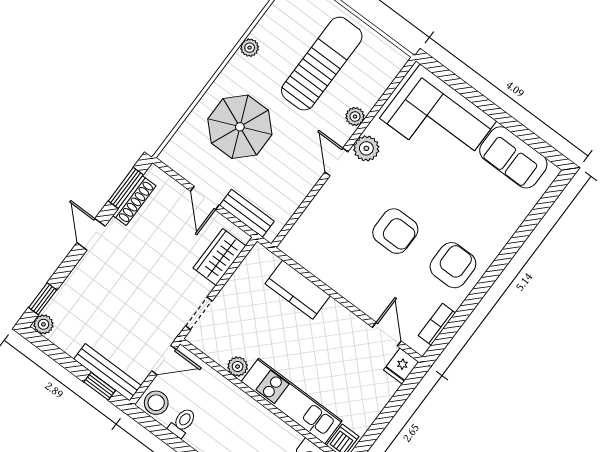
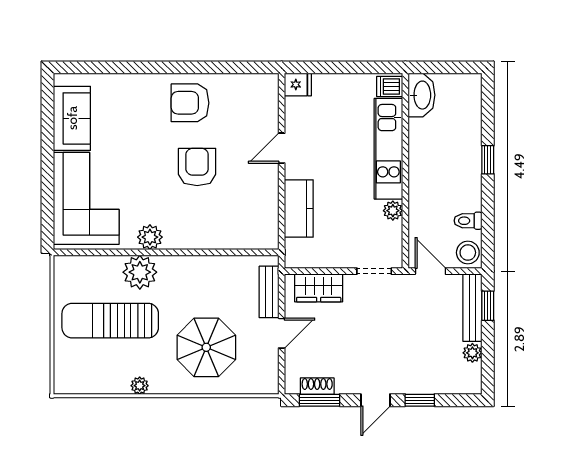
plant: (355, 117) -> (140, 272), width x1.88, depth x1.88
door: (336, 162) -> (178, 252), removed
shoe rack: (134, 201) -> (317, 386), width x0.70
window: (43, 299) -> (420, 400), moved
plant: (43, 324) -> (472, 353), moved
bookcase: (437, 324) -> (245, 81), removed
door: (387, 334) -> (282, 148), moved

